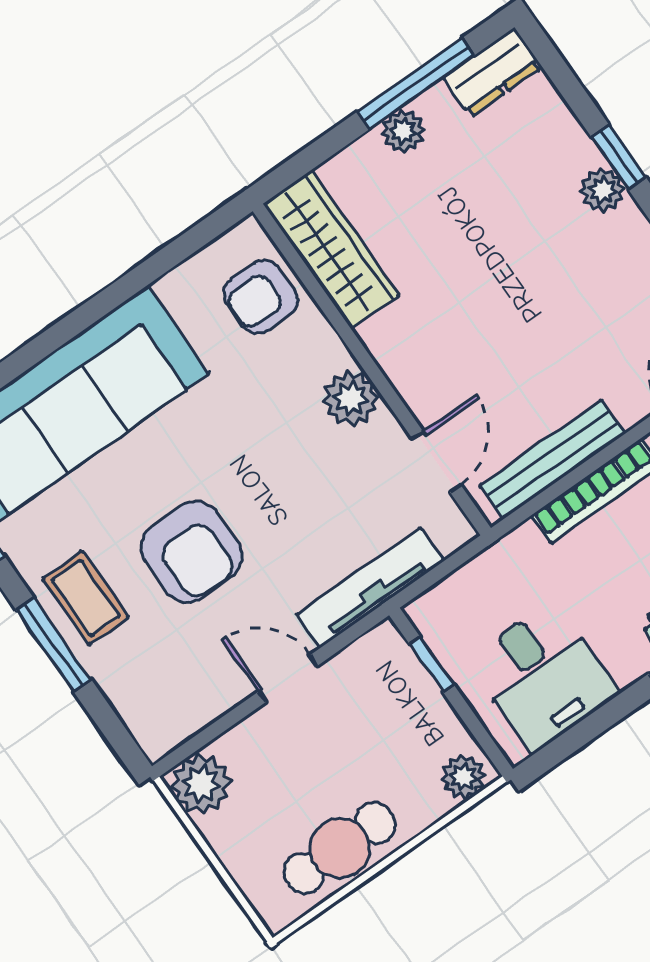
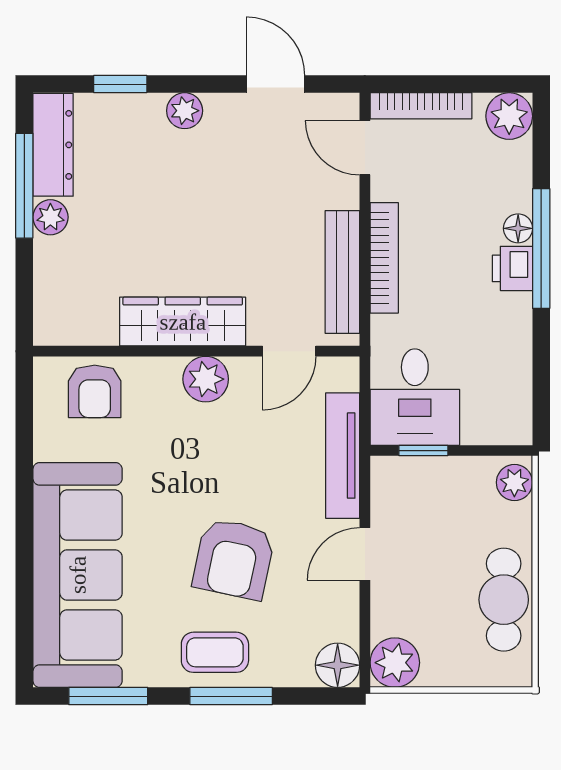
dresser: (492, 72) -> (53, 145), width x1.44
window: (619, 157) -> (120, 84), moved
wardrobe: (331, 249) -> (183, 322), moved
door: (437, 462) -> (289, 351), swing flipped
armchair: (192, 552) -> (234, 559), turned 102
desk: (543, 676) -> (415, 397), moved, turned 90
floor lamp: (158, 729) -> (338, 665), added

